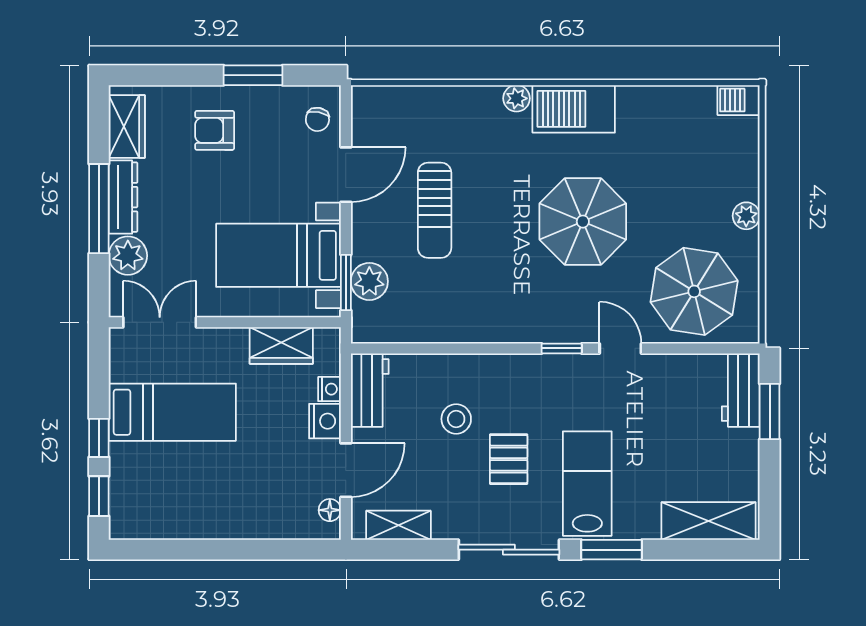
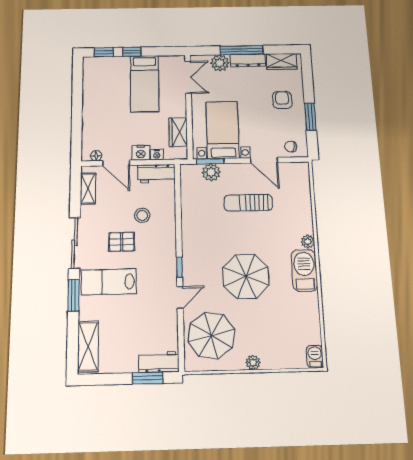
lab bench: (587, 484) -> (109, 282), turned 180

